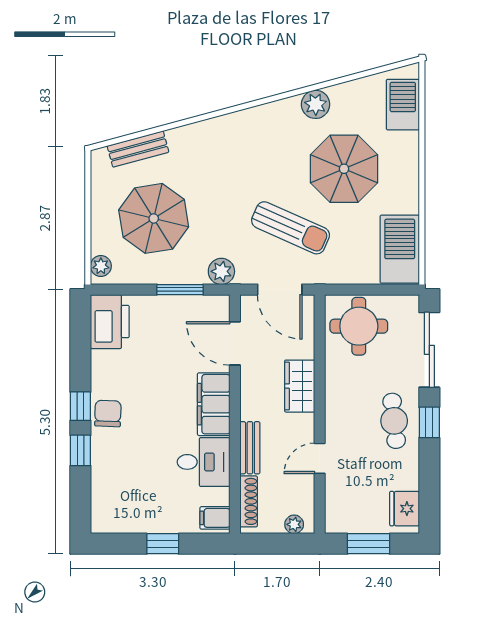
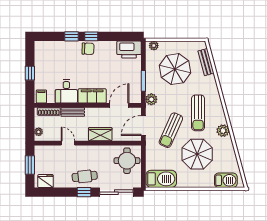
plant: (316, 104) -> (223, 131), moved
sun lounger: (252, 167) -> (198, 113), added

